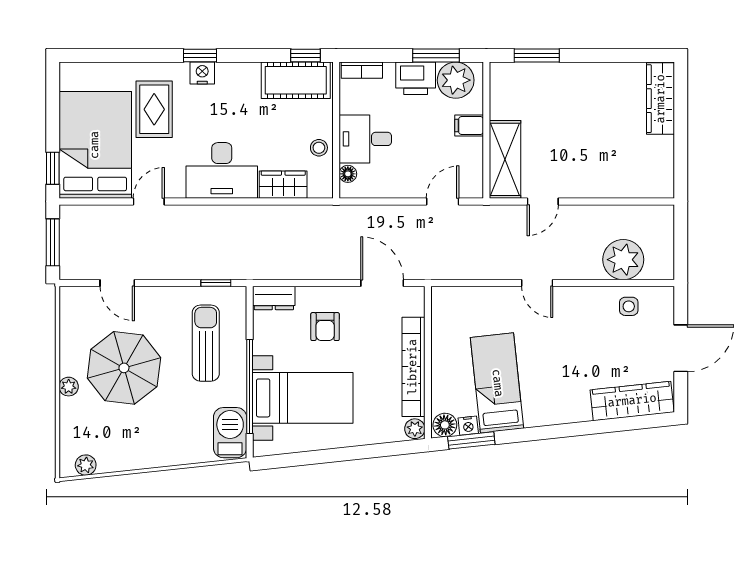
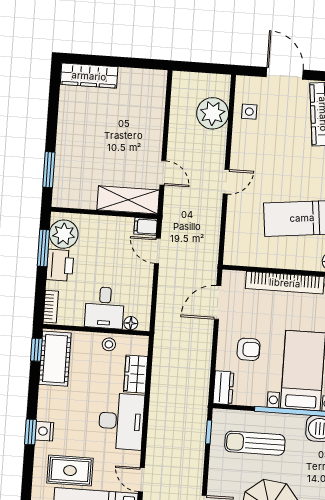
filing cabinet: (469, 126) -> (146, 227), moved, turned 90

